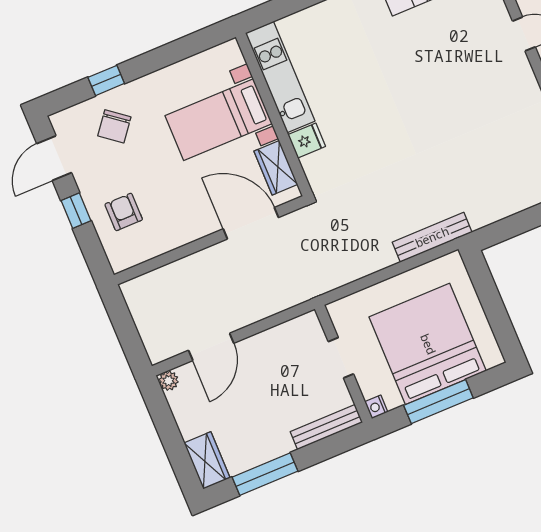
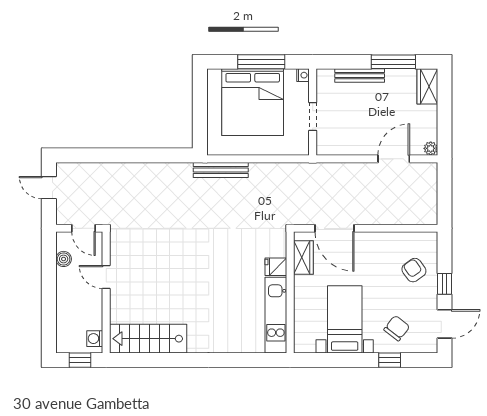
bed with nightstands: (219, 120) -> (345, 319), moved, turned -90
armchair: (124, 212) -> (414, 270), turned 144
bench: (326, 427) -> (360, 76), moved

